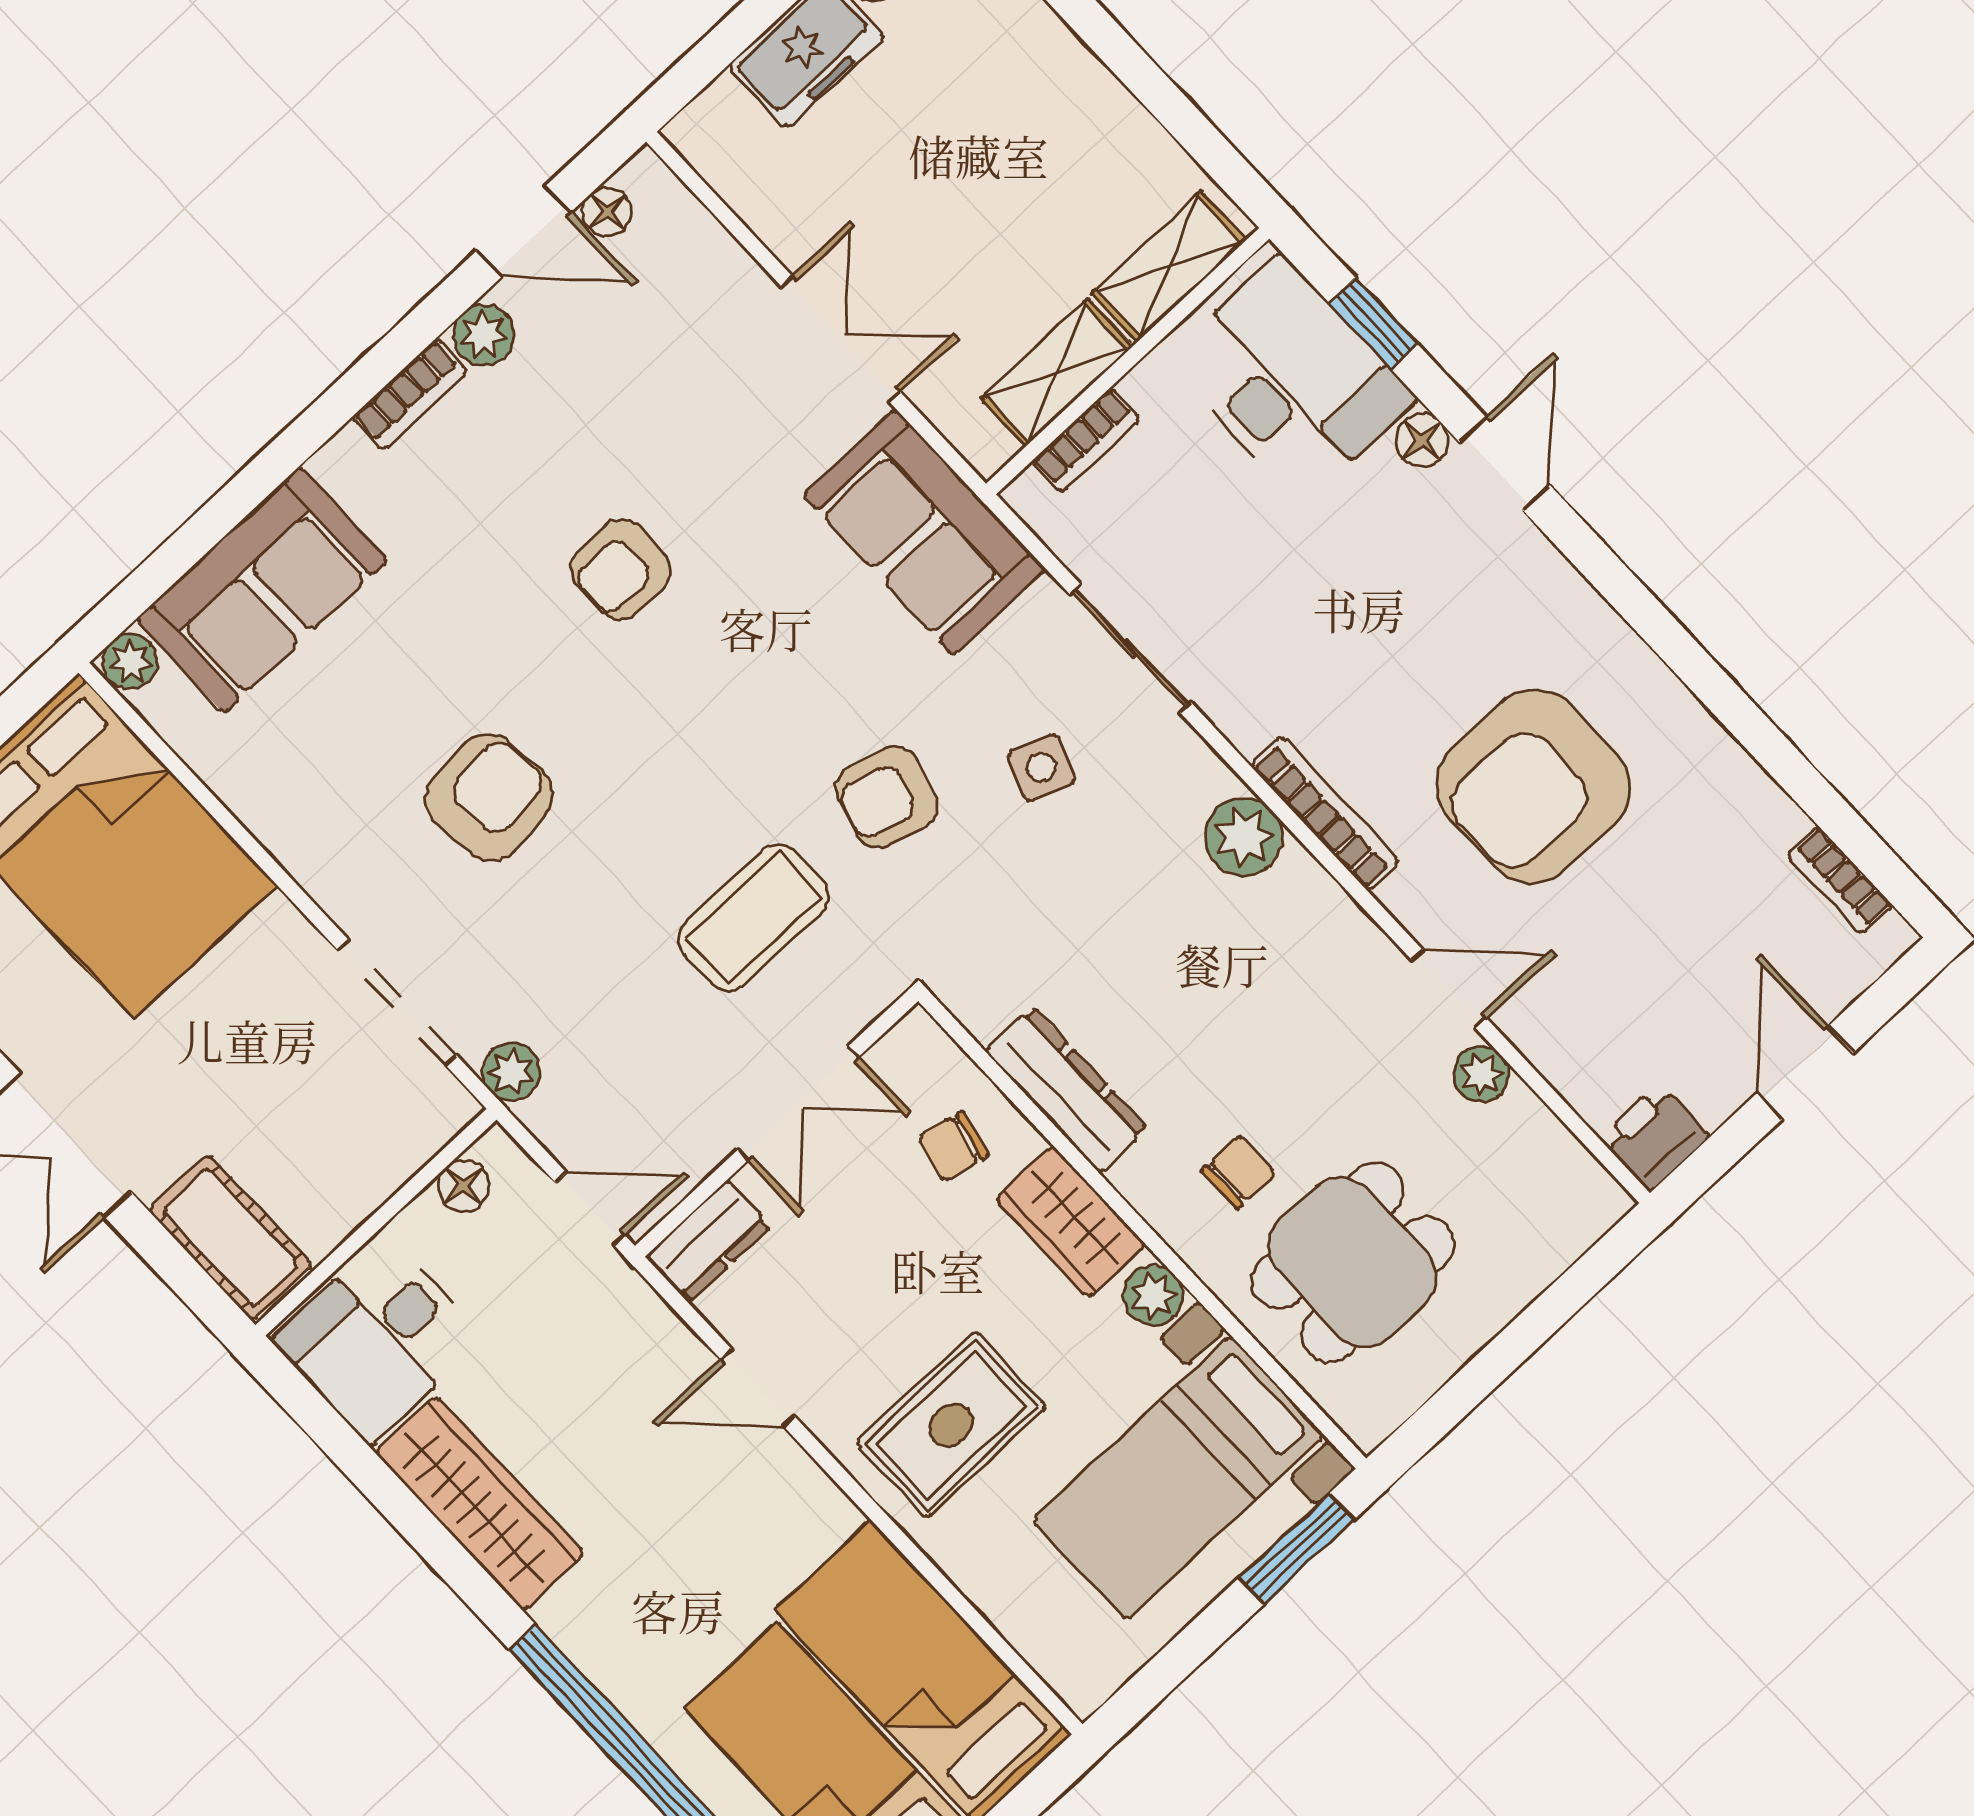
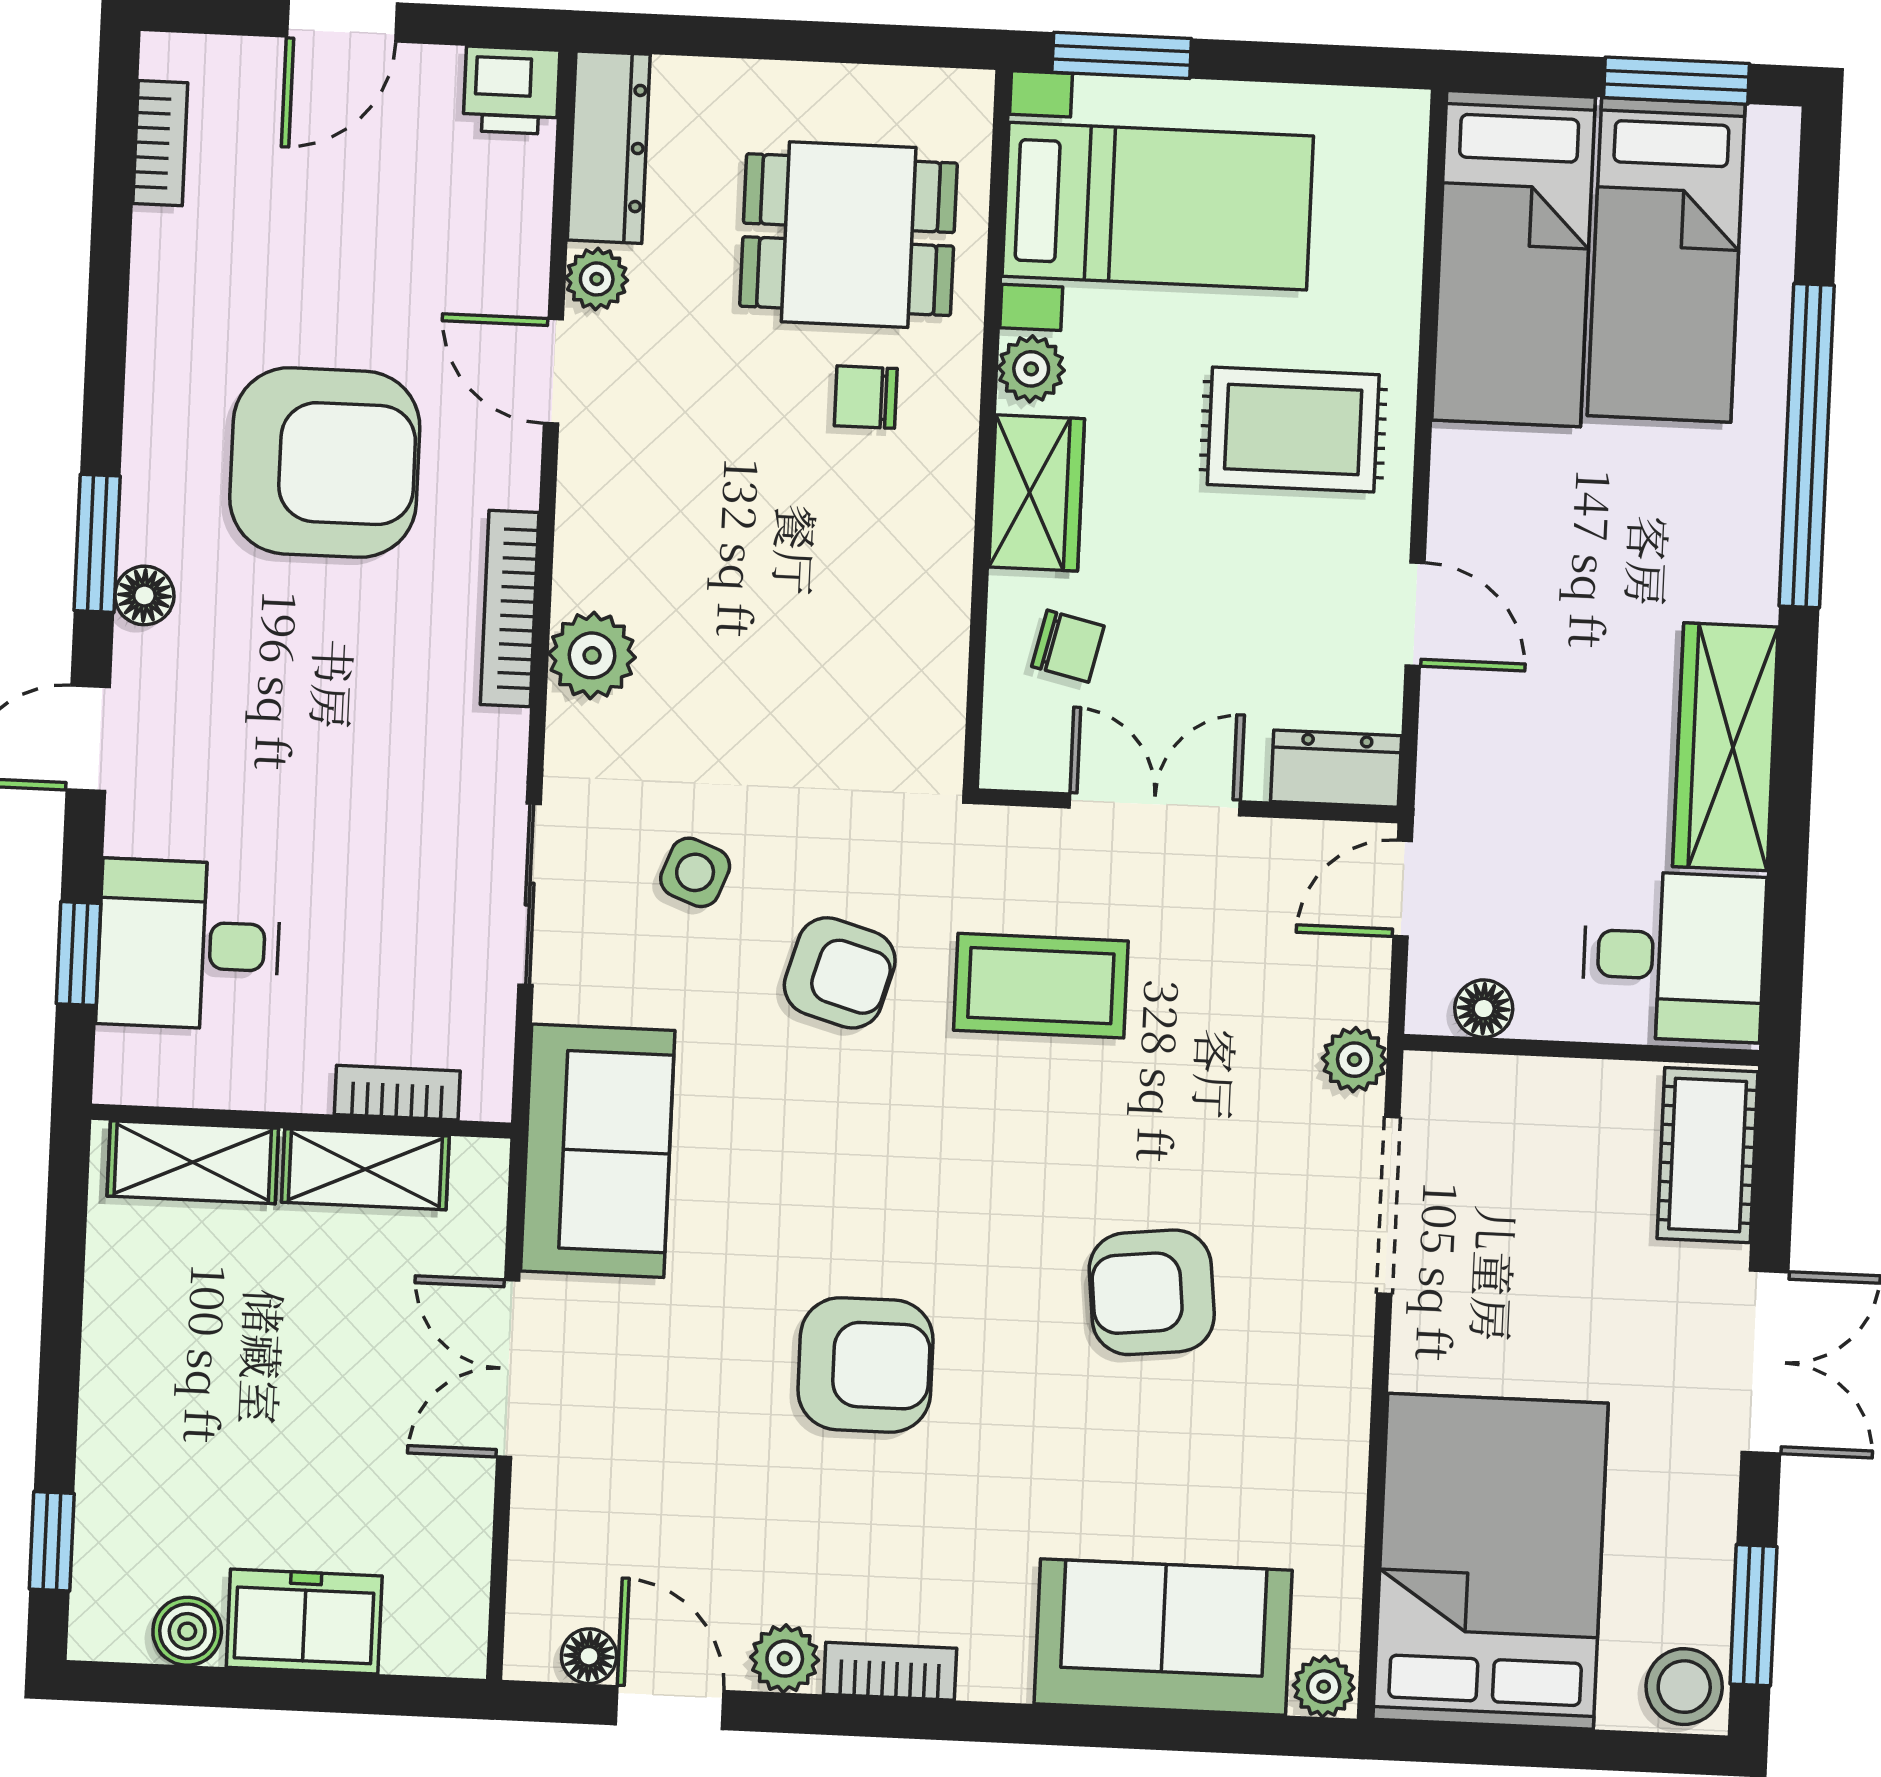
desk: (1292, 379) -> (189, 945), width x0.73
floor lamp: (1422, 440) -> (144, 595), moved
armchair: (621, 569) -> (865, 1365), width x1.38, depth x1.38
window: (1624, 591) -> (97, 543), added
dresser: (1066, 1090) -> (609, 147), moved, turned 180
door: (590, 1209) -> (1403, 889), hinge flipped

